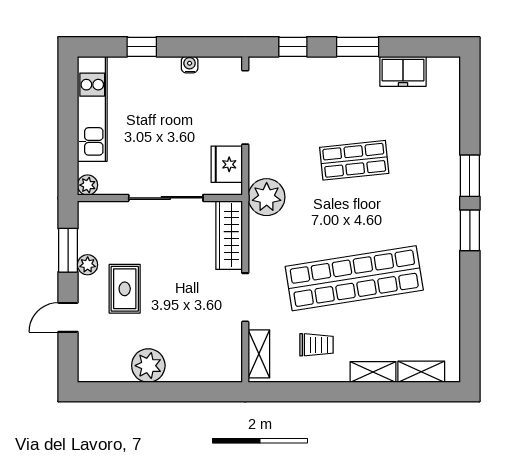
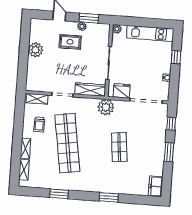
freezer: (403, 71) -> (156, 186), moved
window: (470, 230) -> (59, 194), moved

